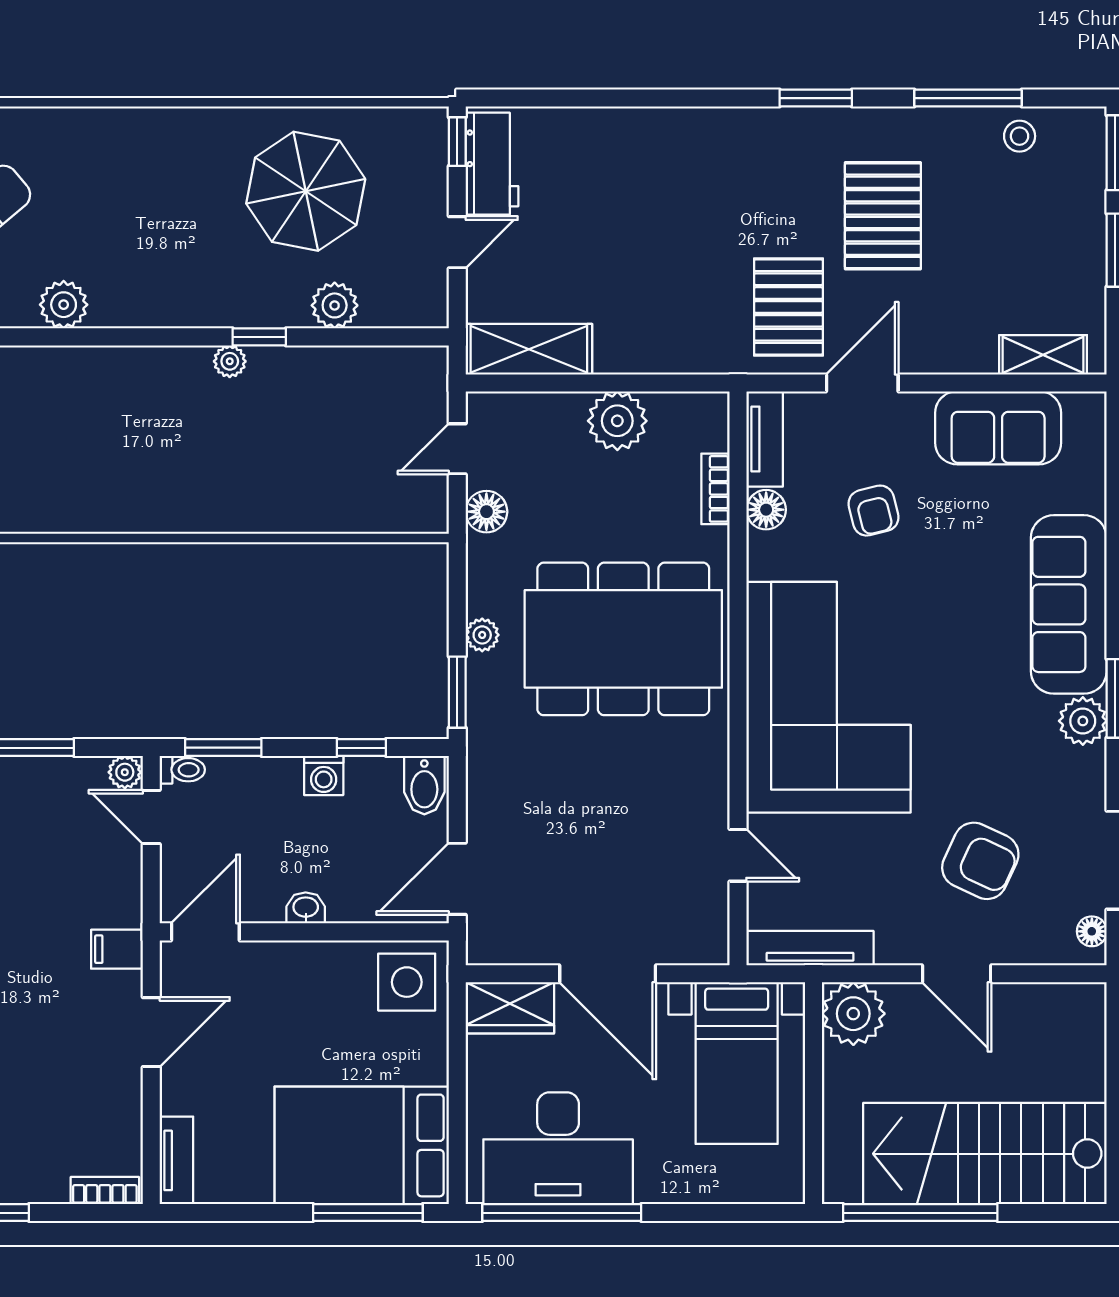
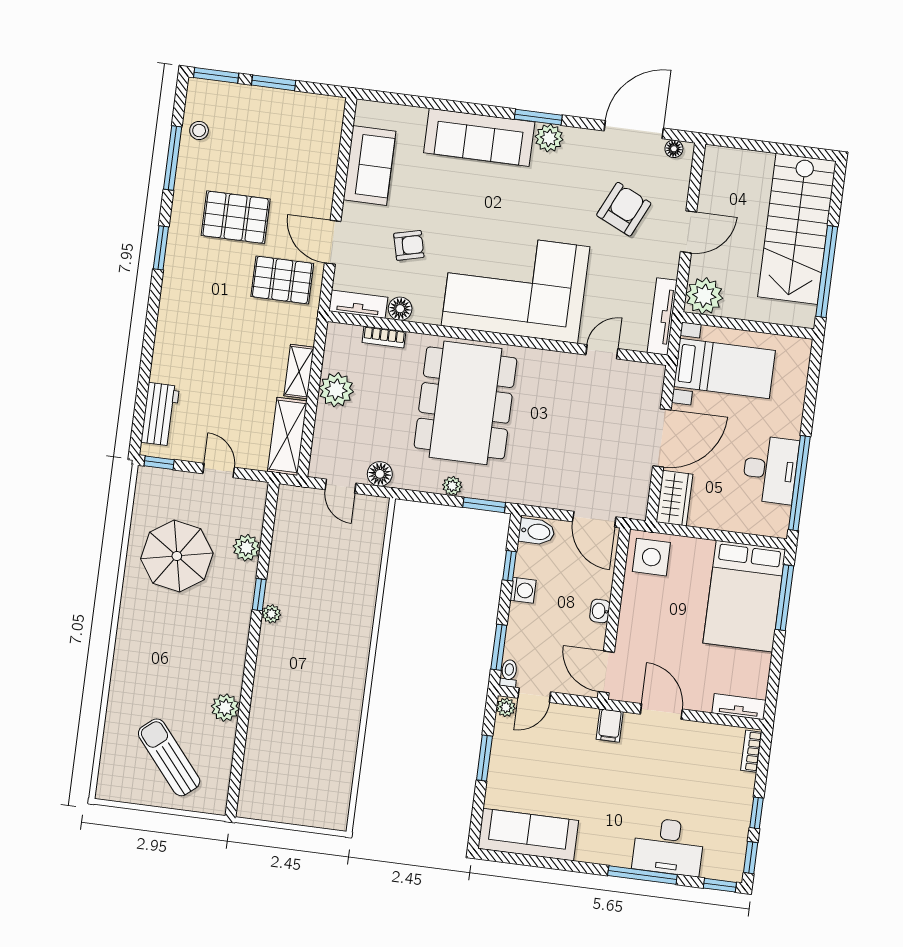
workbench: (492, 164) -> (160, 414), moved, turned 90
shelving: (1043, 355) -> (299, 372), moved
desk: (558, 1148) -> (770, 470), width x0.73, depth x0.77

